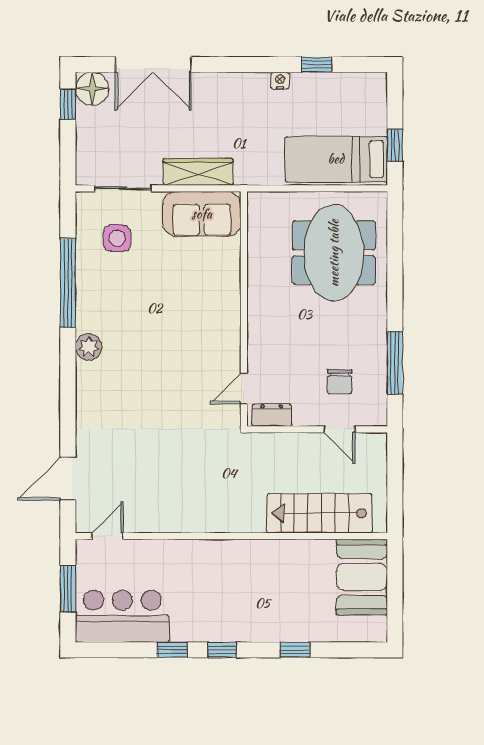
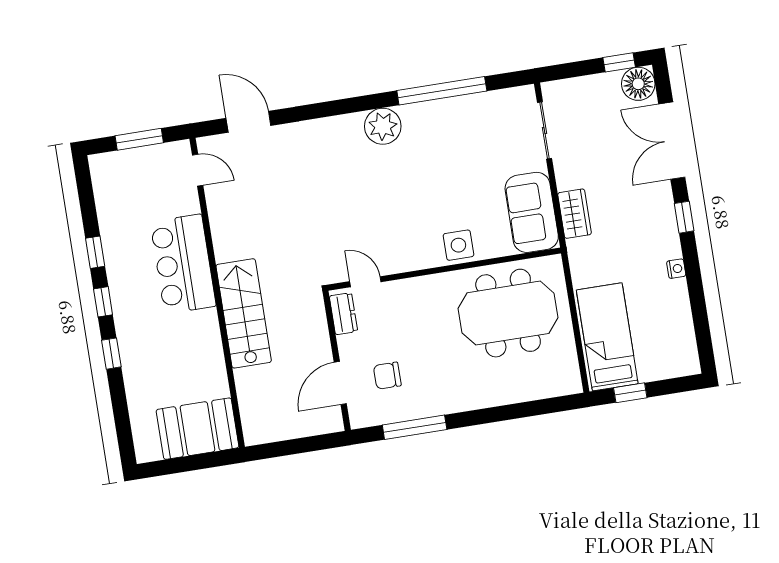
window: (317, 65) -> (684, 217), moved
wardrobe: (198, 172) -> (575, 214), width x0.67
side table: (117, 238) -> (458, 245), moved
meeting table: (334, 253) -> (508, 313), moved
plant: (89, 347) -> (383, 126), width x1.36, depth x1.36
door: (339, 429) -> (340, 383), width x1.38
stairs: (320, 513) -> (244, 313), moved
bar counter: (122, 616) -> (183, 264), moved, turned 180
window: (295, 650) -> (111, 354), moved

